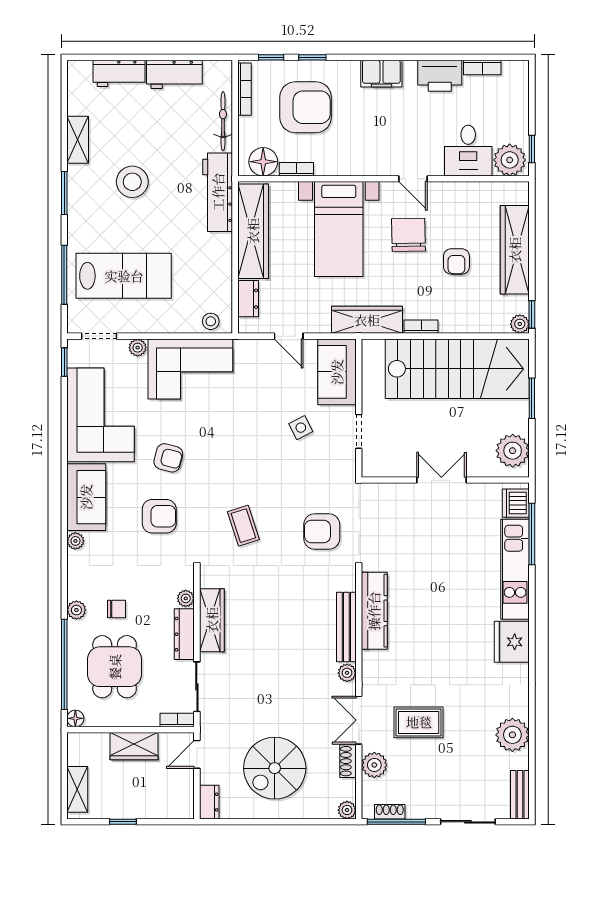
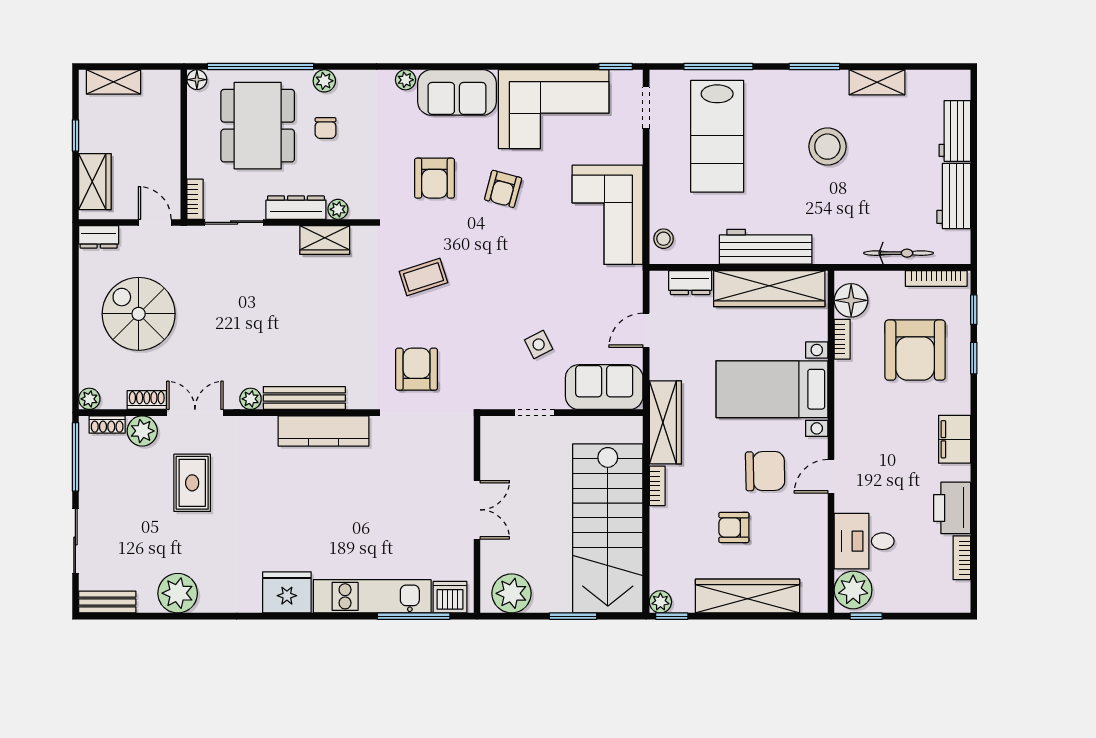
workbench: (218, 192) -> (766, 247), moved
plant: (138, 348) -> (633, 153), removed
wardrobe: (212, 620) -> (325, 240), width x0.67
dining table: (115, 667) -> (258, 126), width x1.37
wardrobe: (134, 746) -> (95, 182), moved, turned 180
shoe rack: (390, 812) -> (107, 425), moved, turned 90

